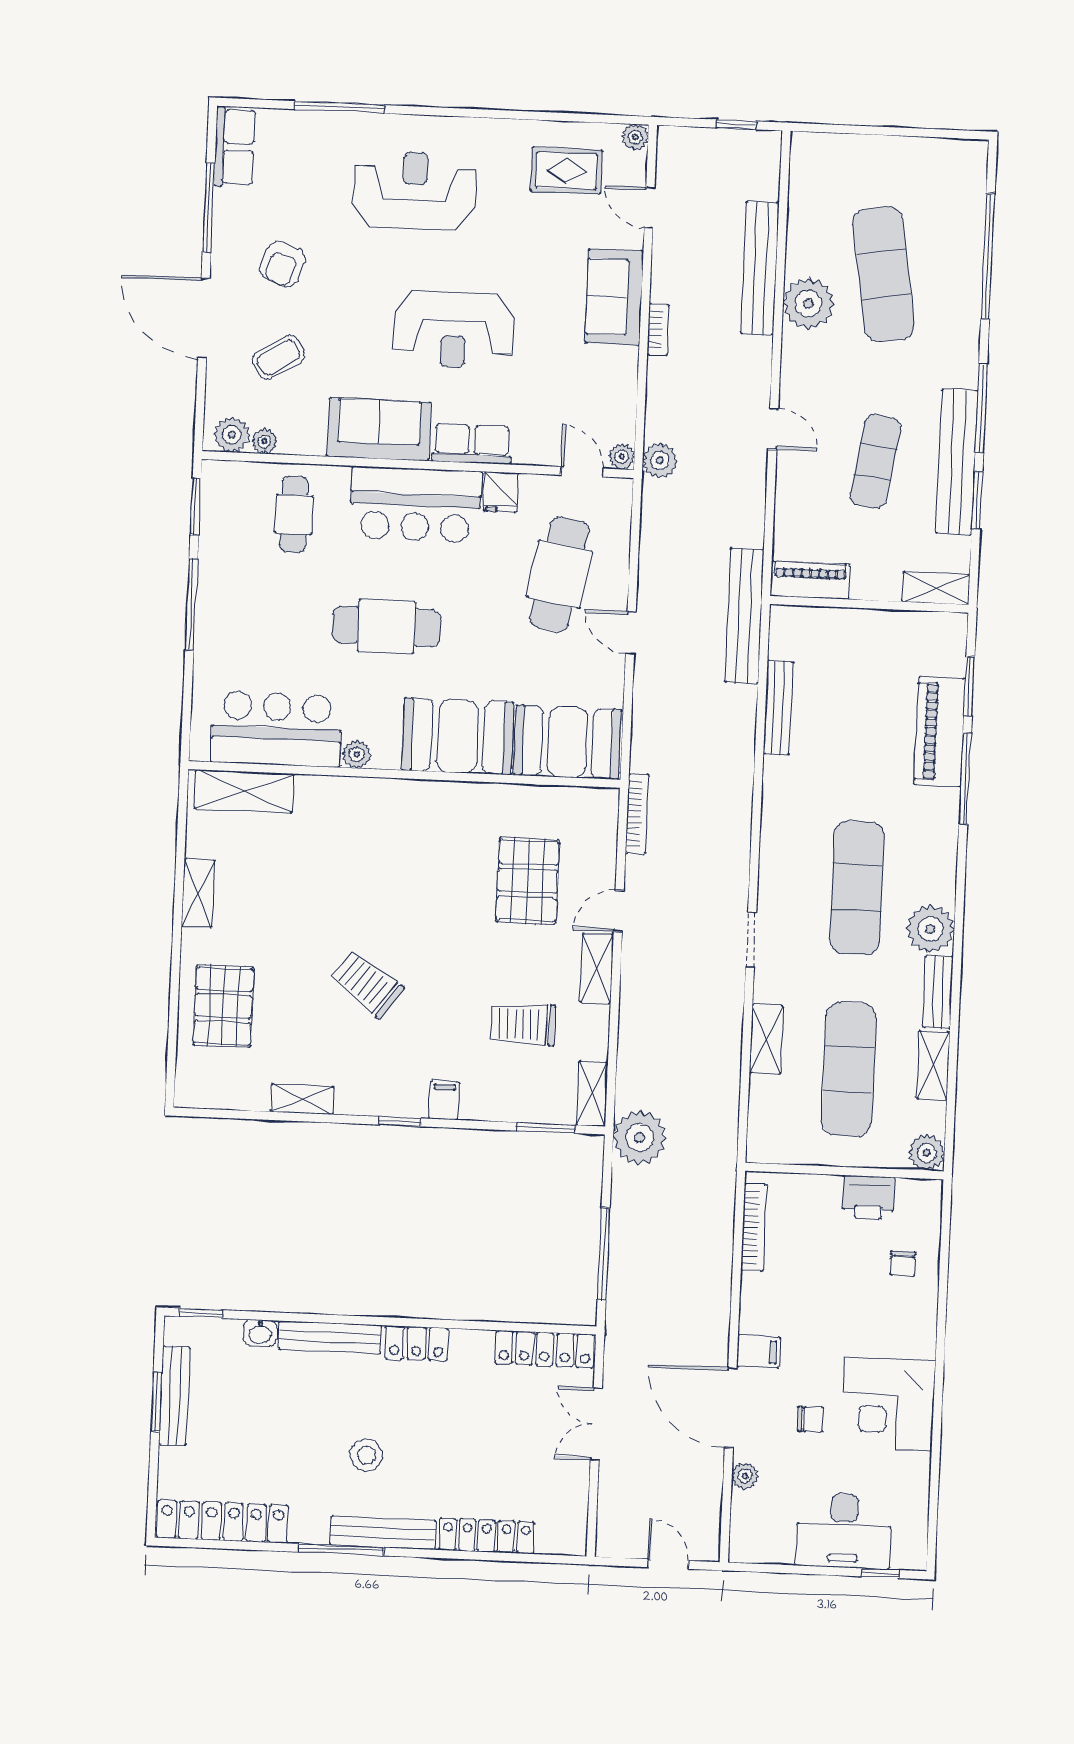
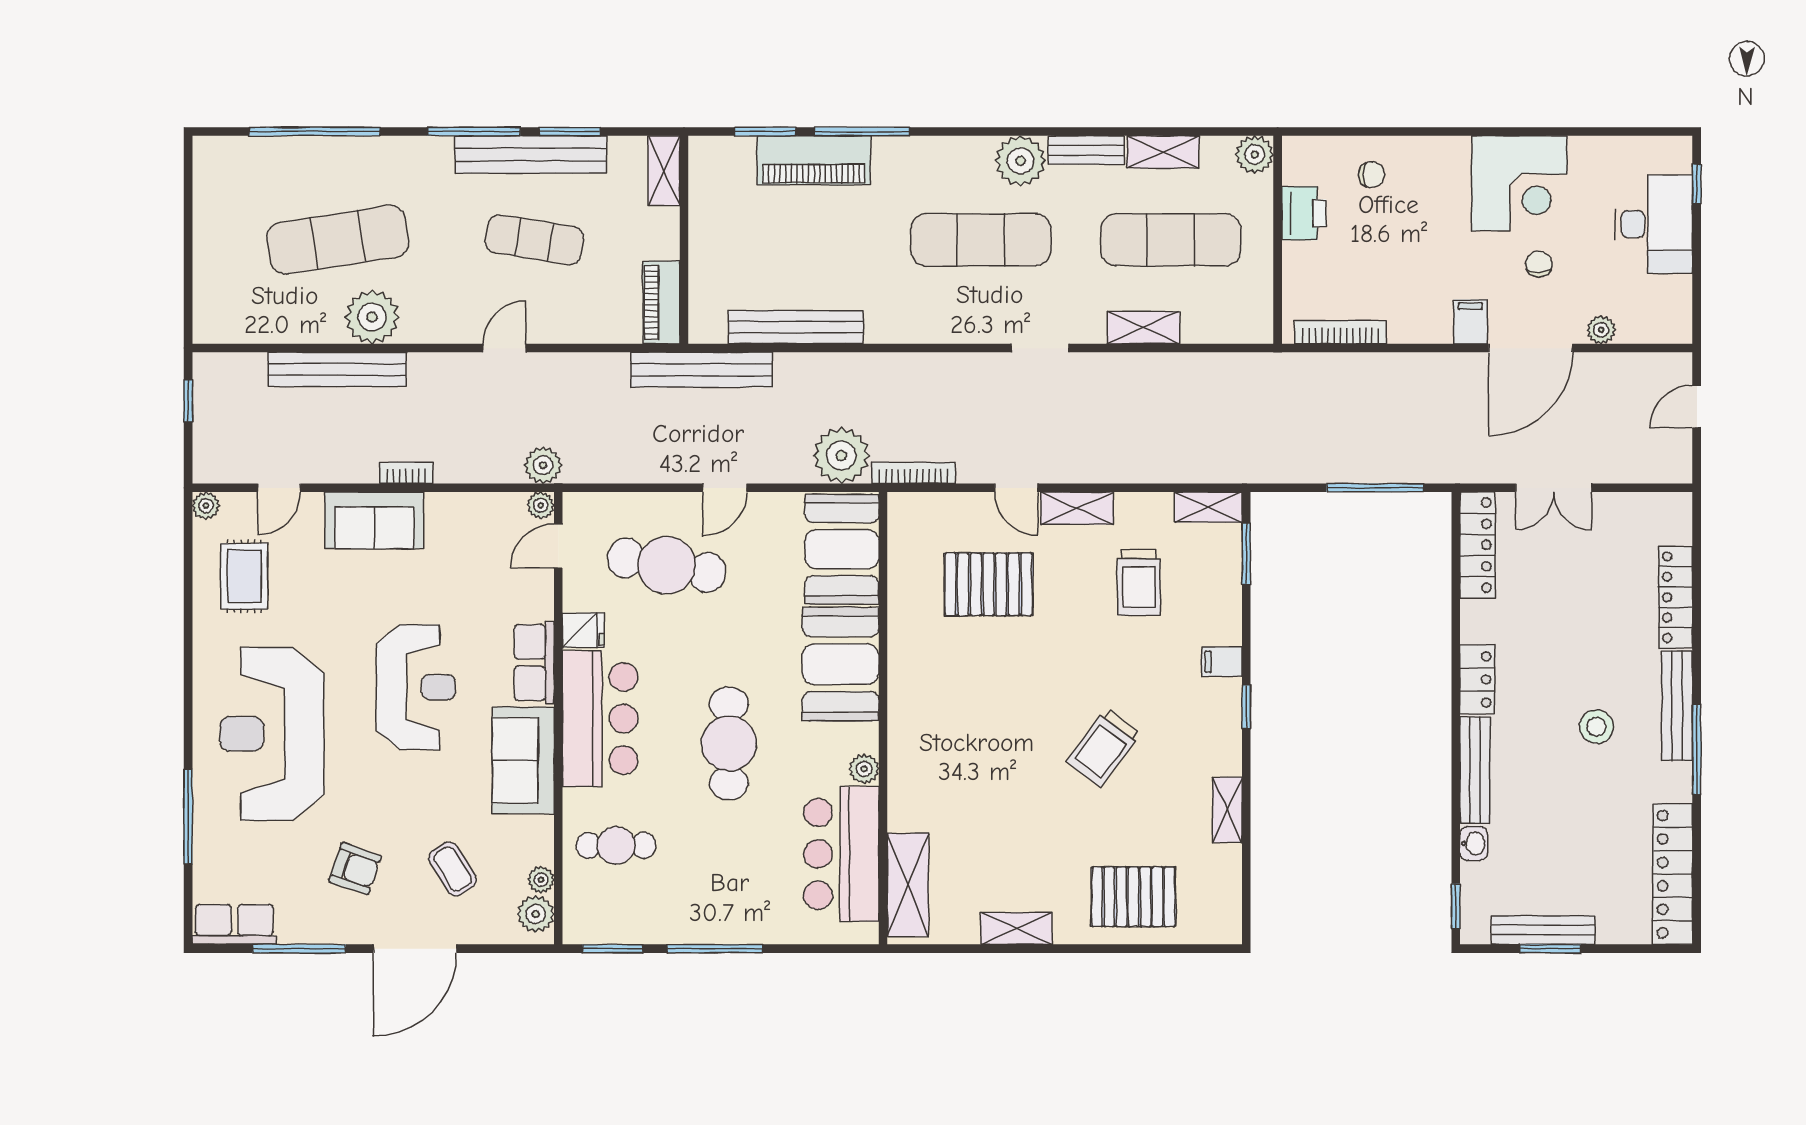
reception desk: (415, 191) -> (272, 734), width x1.36, depth x1.30
bench: (778, 707) -> (796, 327), width x1.37, depth x1.21
plant: (640, 1138) -> (841, 456), moved

